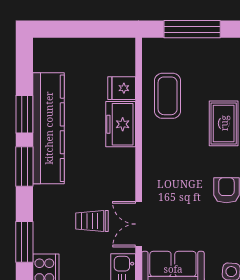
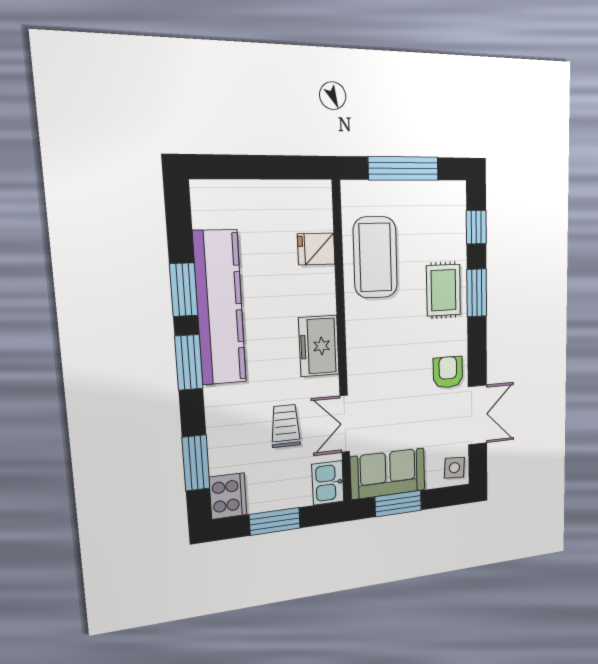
coffee table: (168, 96) -> (375, 257), width x1.36, depth x1.32
freezer: (121, 124) -> (319, 346), moved
trolley: (92, 221) -> (285, 426), turned 90

